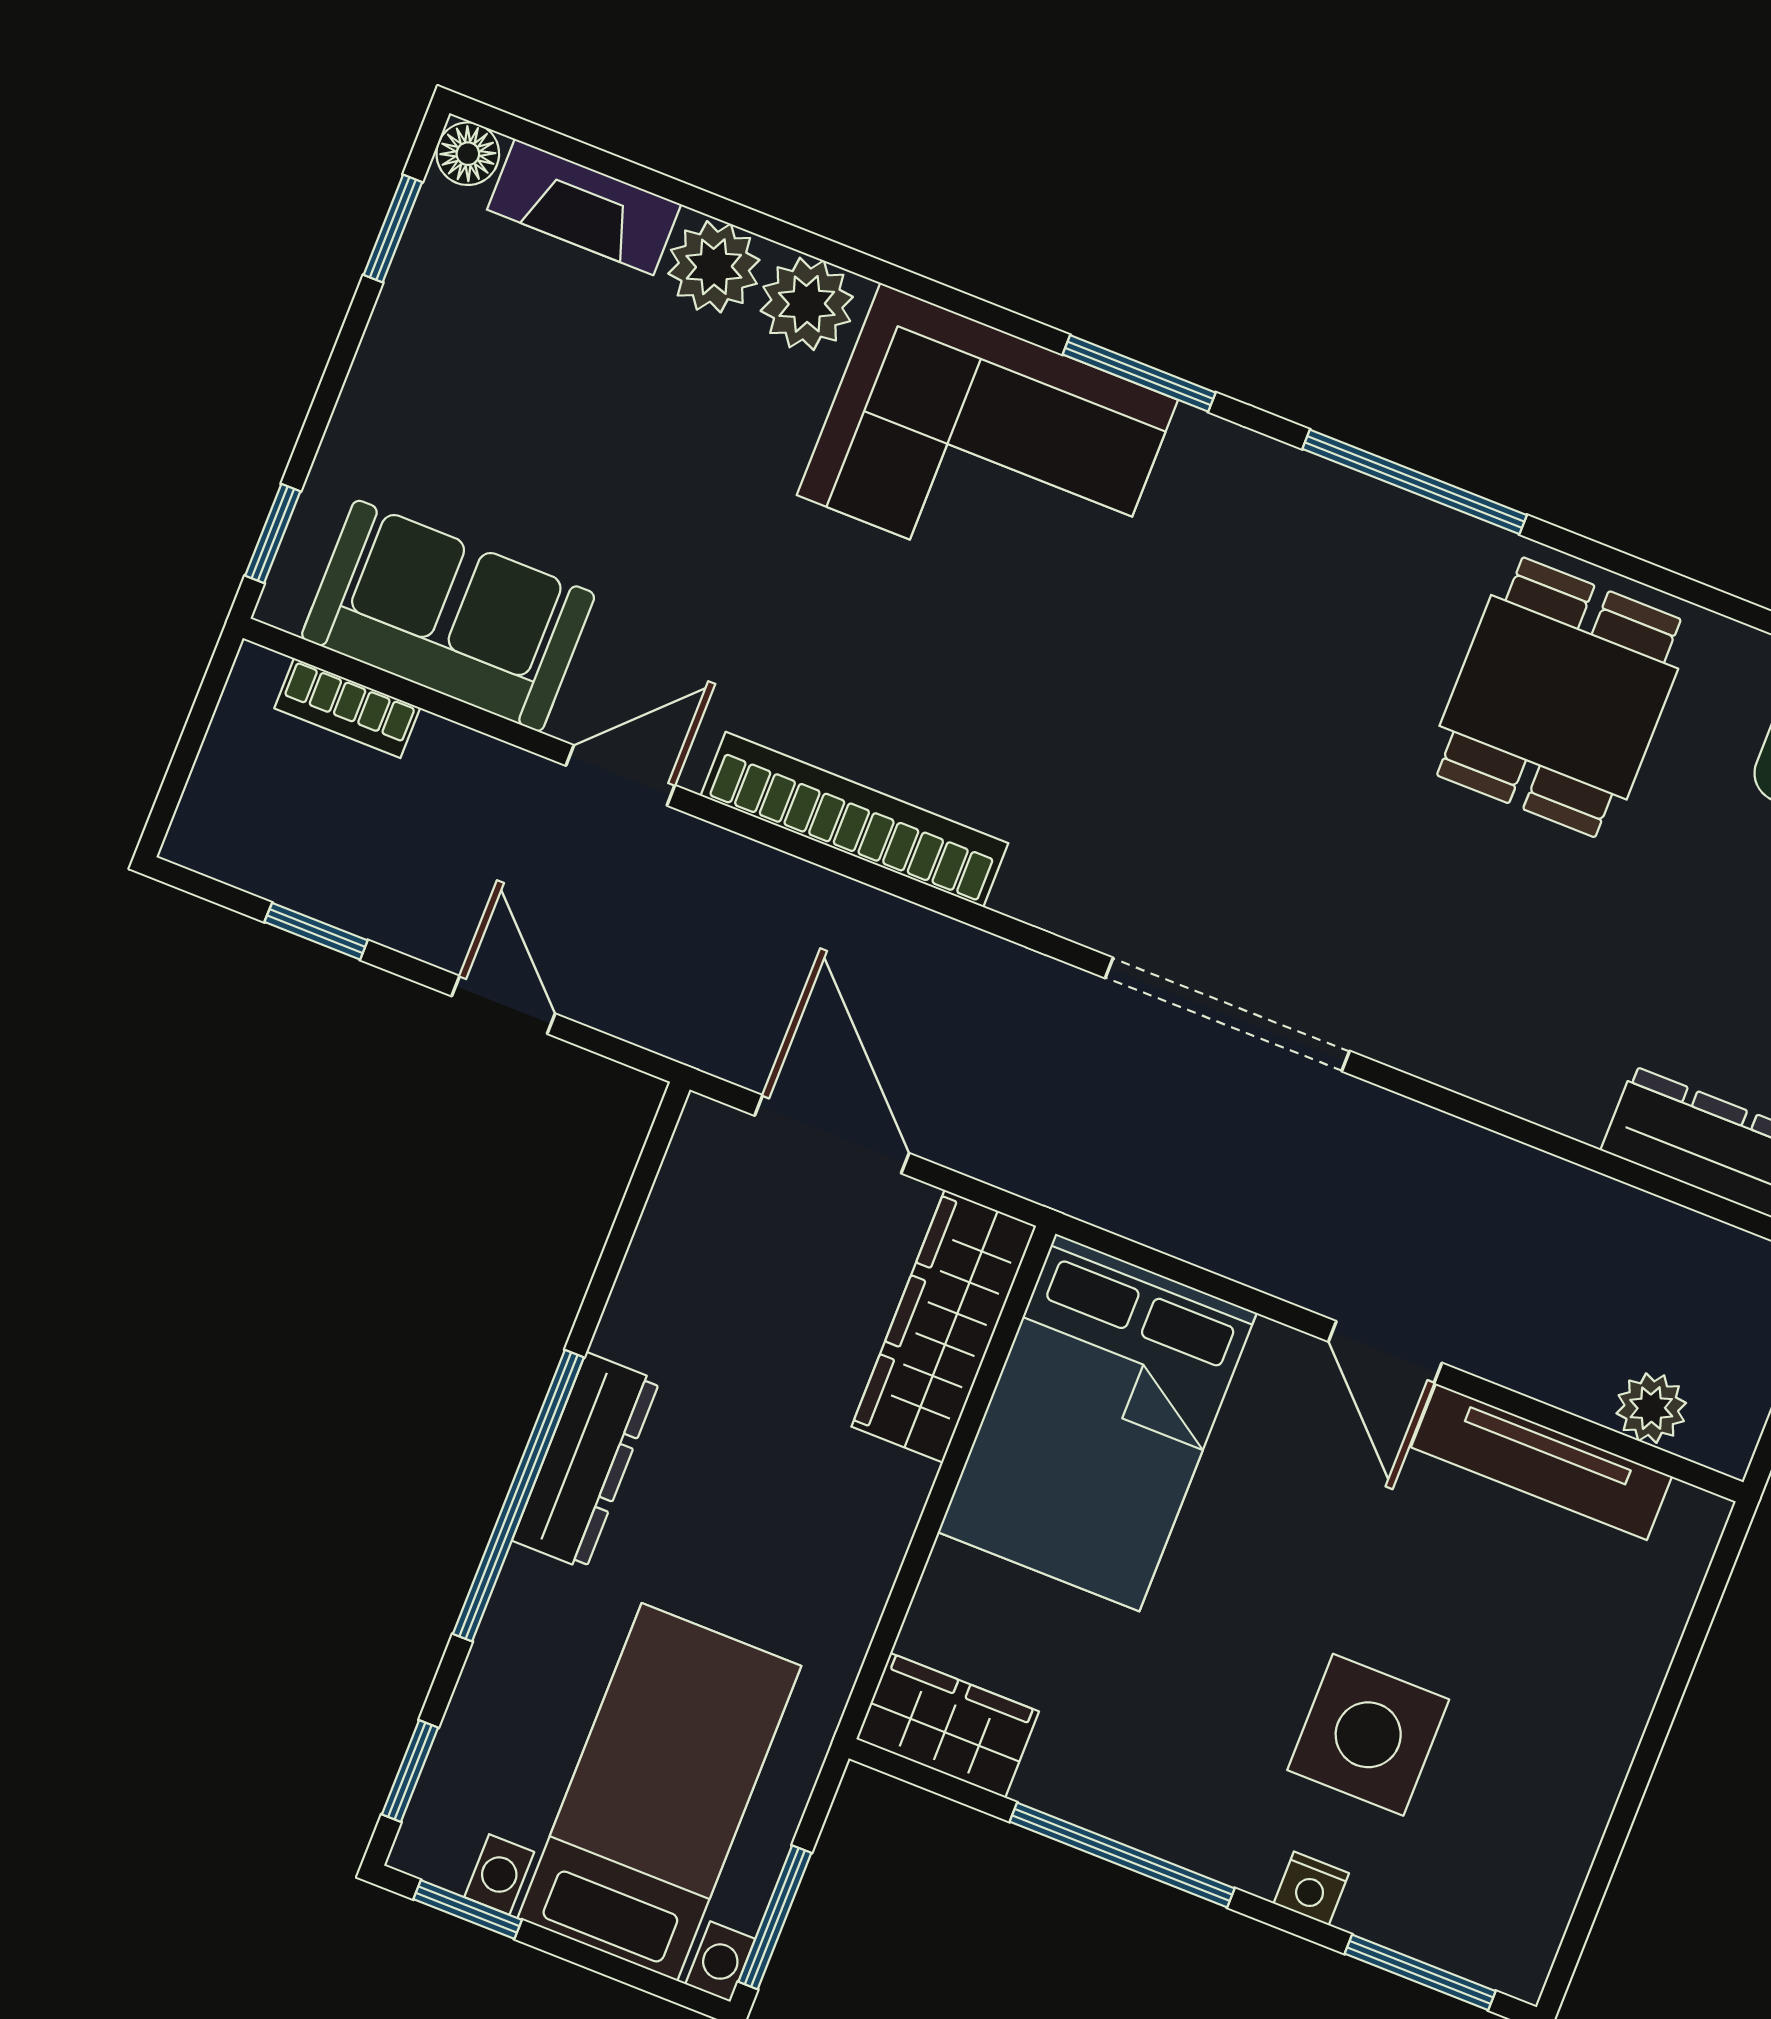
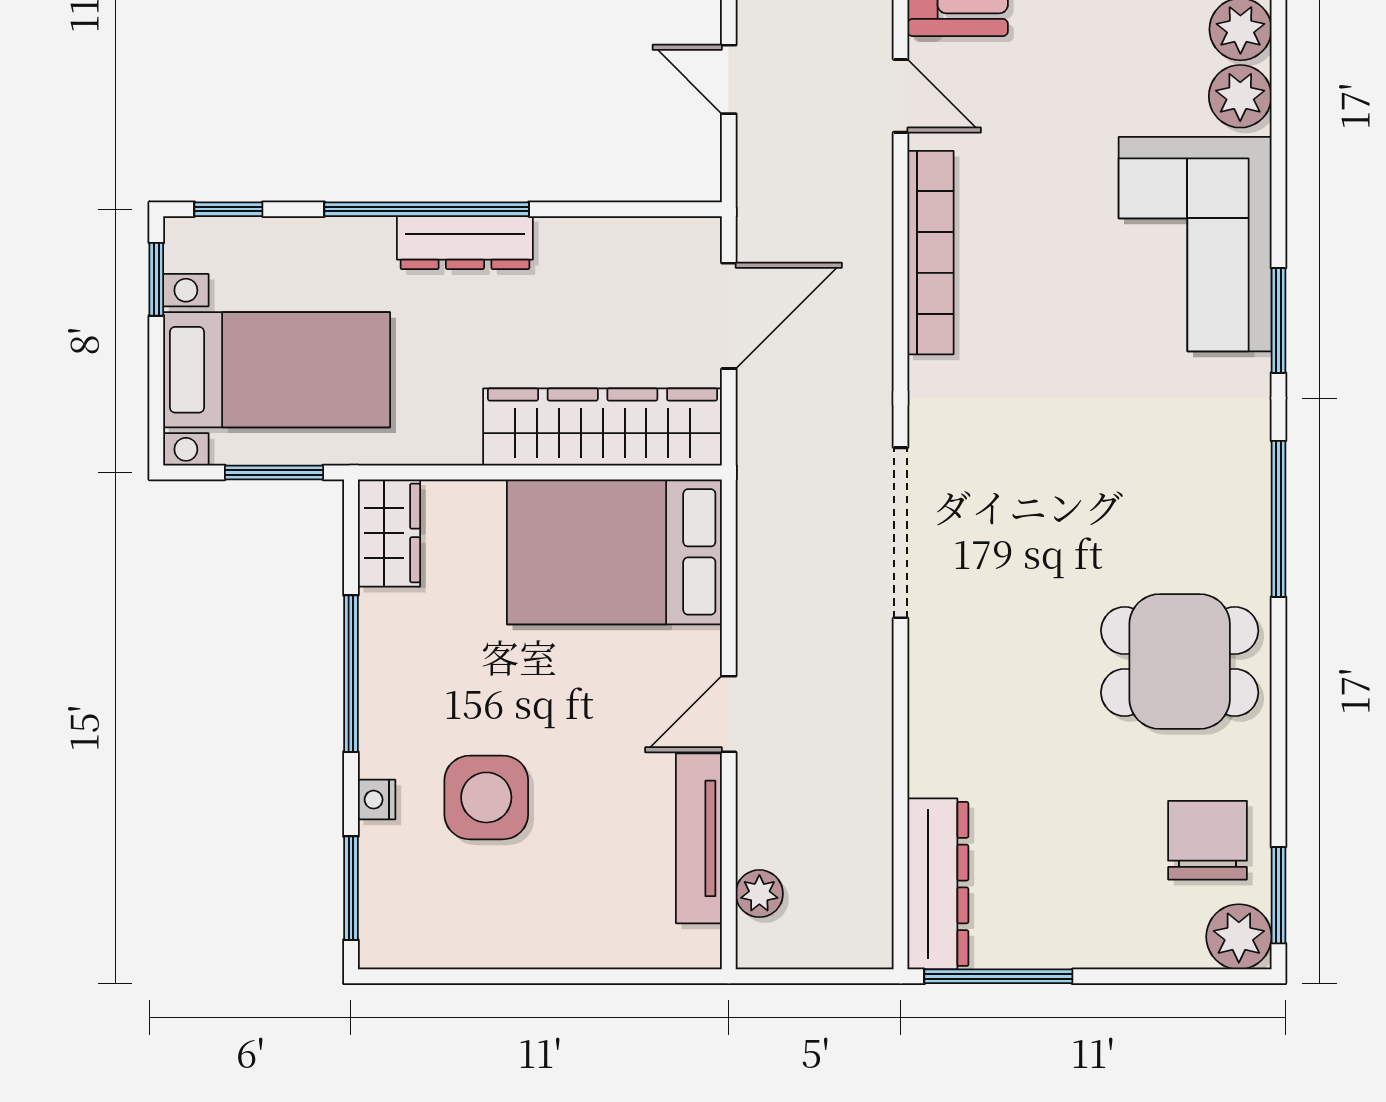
door: (503, 1005) -> (729, 79), swing flipped
wardrobe: (944, 1326) -> (603, 427), width x1.40, depth x1.17
window: (775, 1917) -> (274, 472), moved

